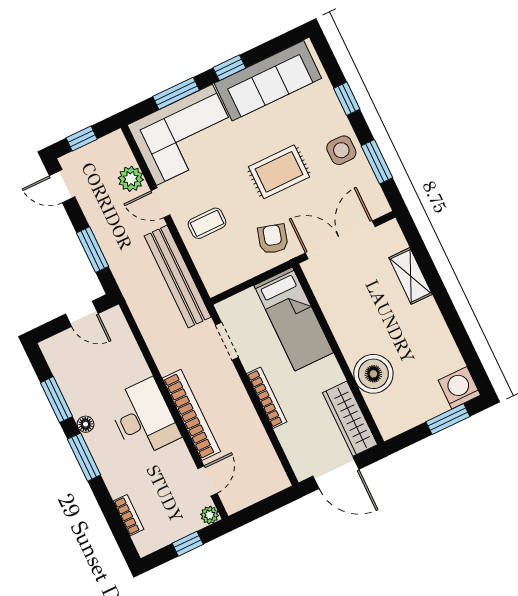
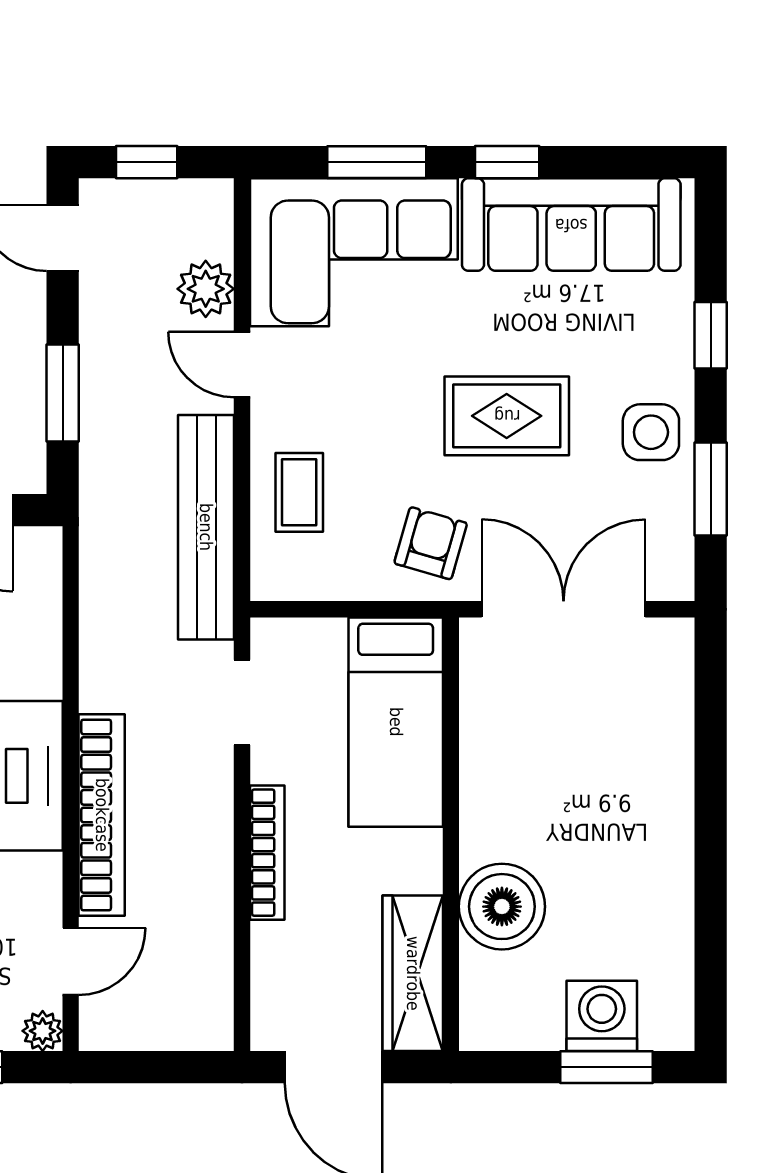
coffee table: (207, 223) -> (299, 492), moved, turned 90
shelving: (411, 276) -> (669, 748), removed
washing machine: (459, 388) -> (602, 1016), moved

